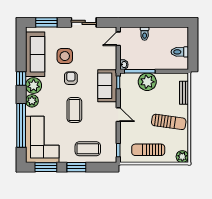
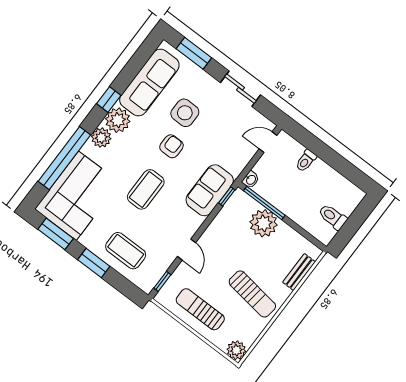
door: (118, 115) -> (186, 249), moved

